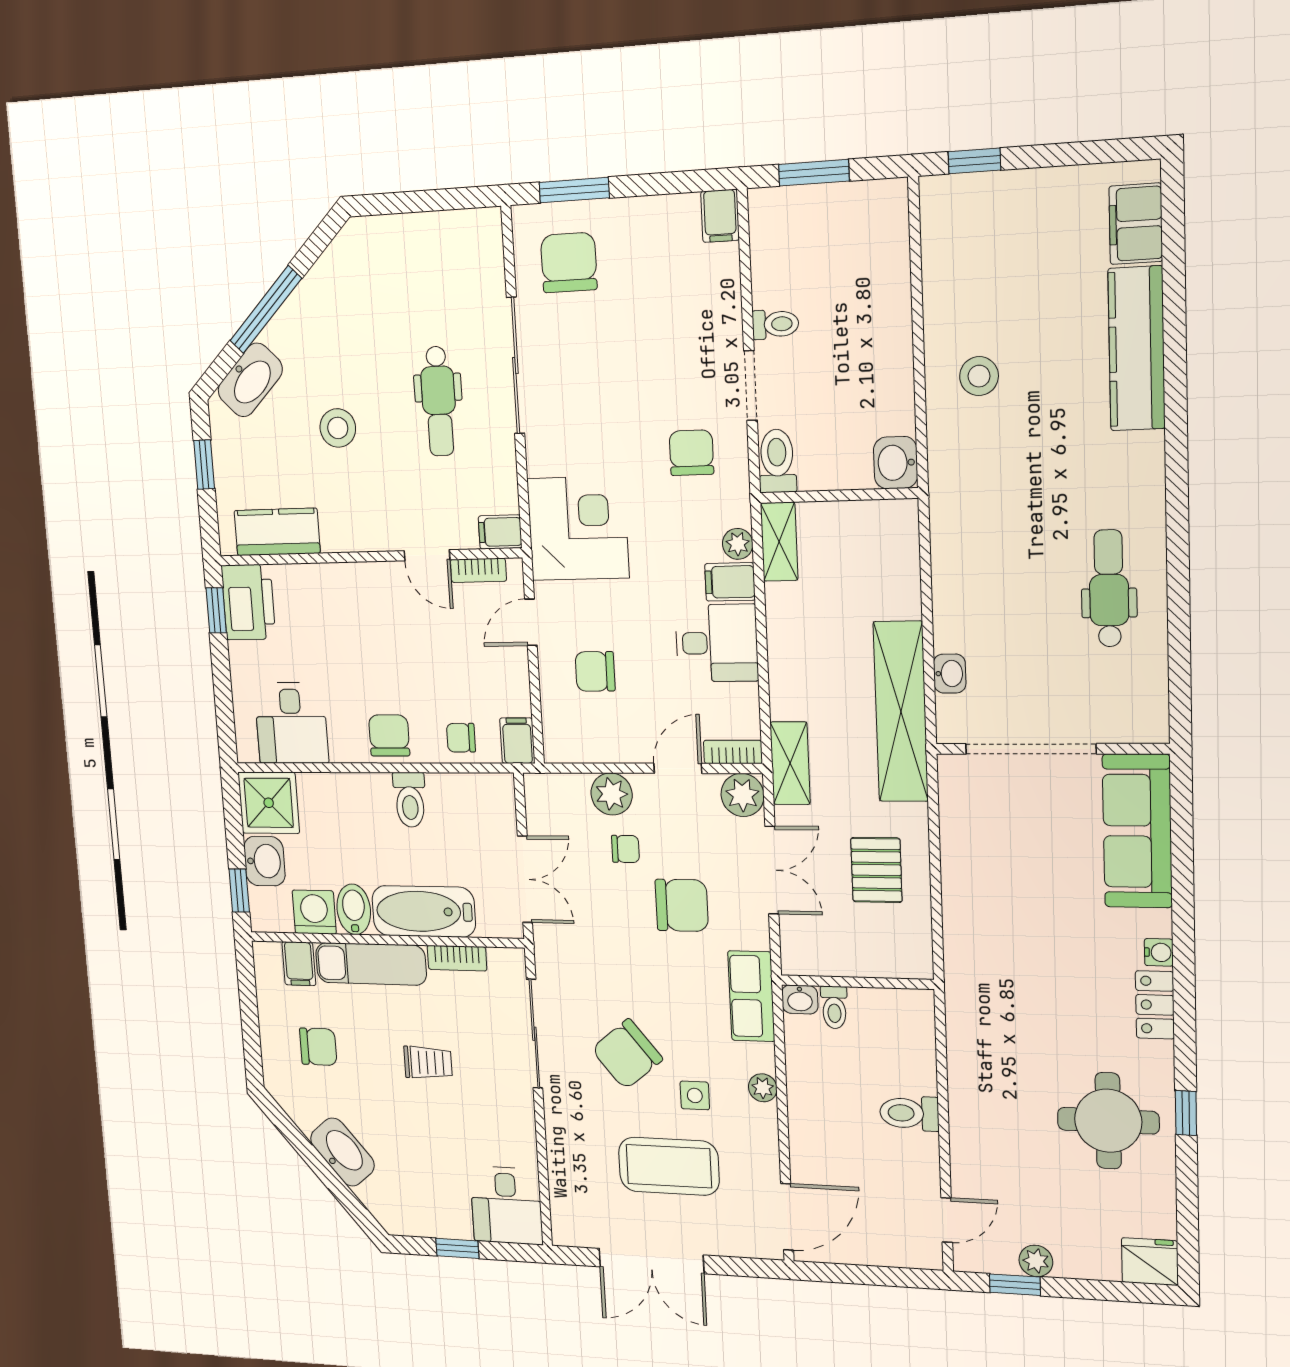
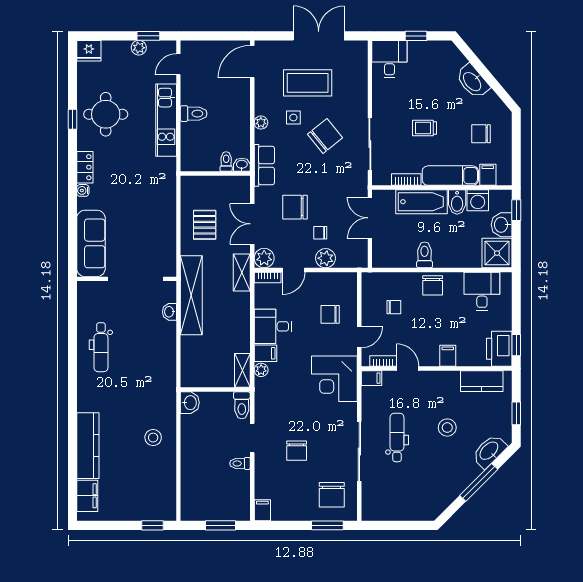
chair: (691, 453) -> (297, 451), moved
chair: (595, 671) -> (330, 314), turned 180
chair: (461, 738) -> (394, 307), moved
filing cabinet: (517, 741) -> (448, 356), moved, turned 180
kitchen unit: (970, 1102) -> (166, 120), added

